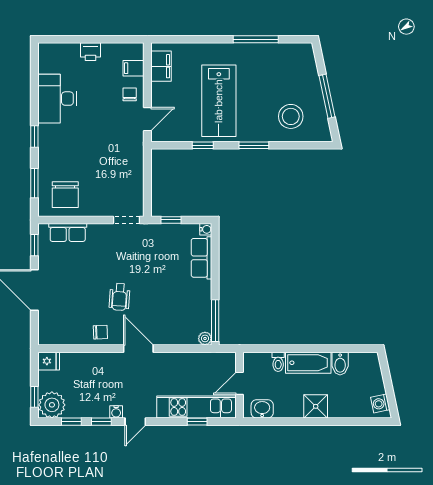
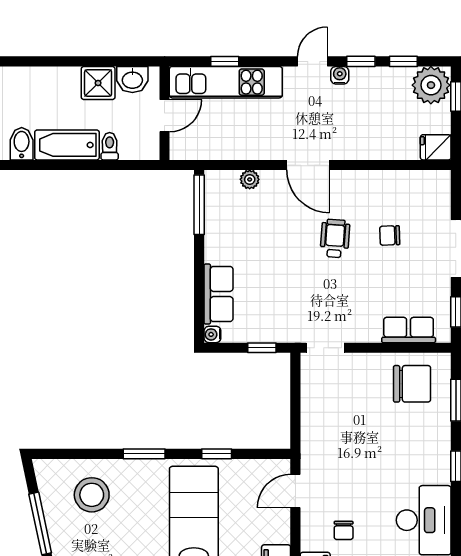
chair: (130, 94) -> (344, 530), moved
chair: (65, 195) -> (412, 384), turned 90
chair: (100, 332) -> (390, 235), moved
plant: (205, 338) -> (250, 179), moved
shower: (316, 406) -> (98, 83), moved

